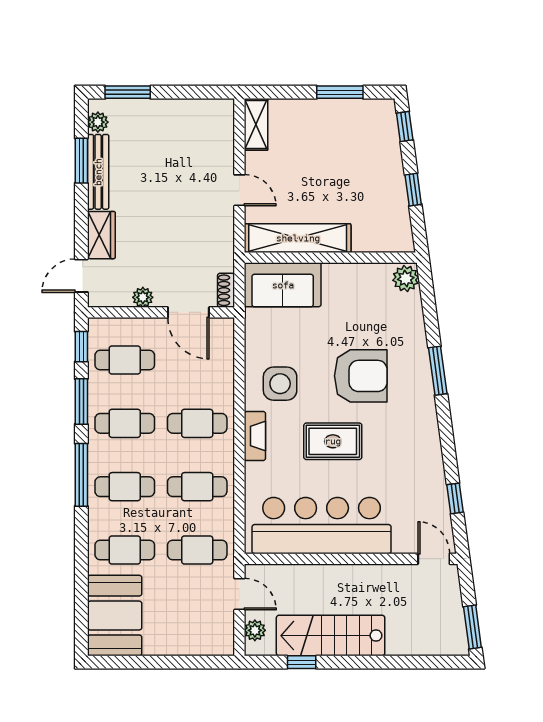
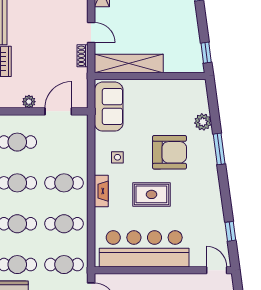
window: (413, 190) -> (206, 53), moved
plant: (406, 278) -> (203, 122), moved
sofa: (283, 285) -> (109, 107), moved, turned -90
shoe rack: (226, 290) -> (83, 56), moved
door: (188, 312) -> (58, 111), swing flipped
side table: (280, 384) -> (117, 157), width x0.54, depth x0.54

